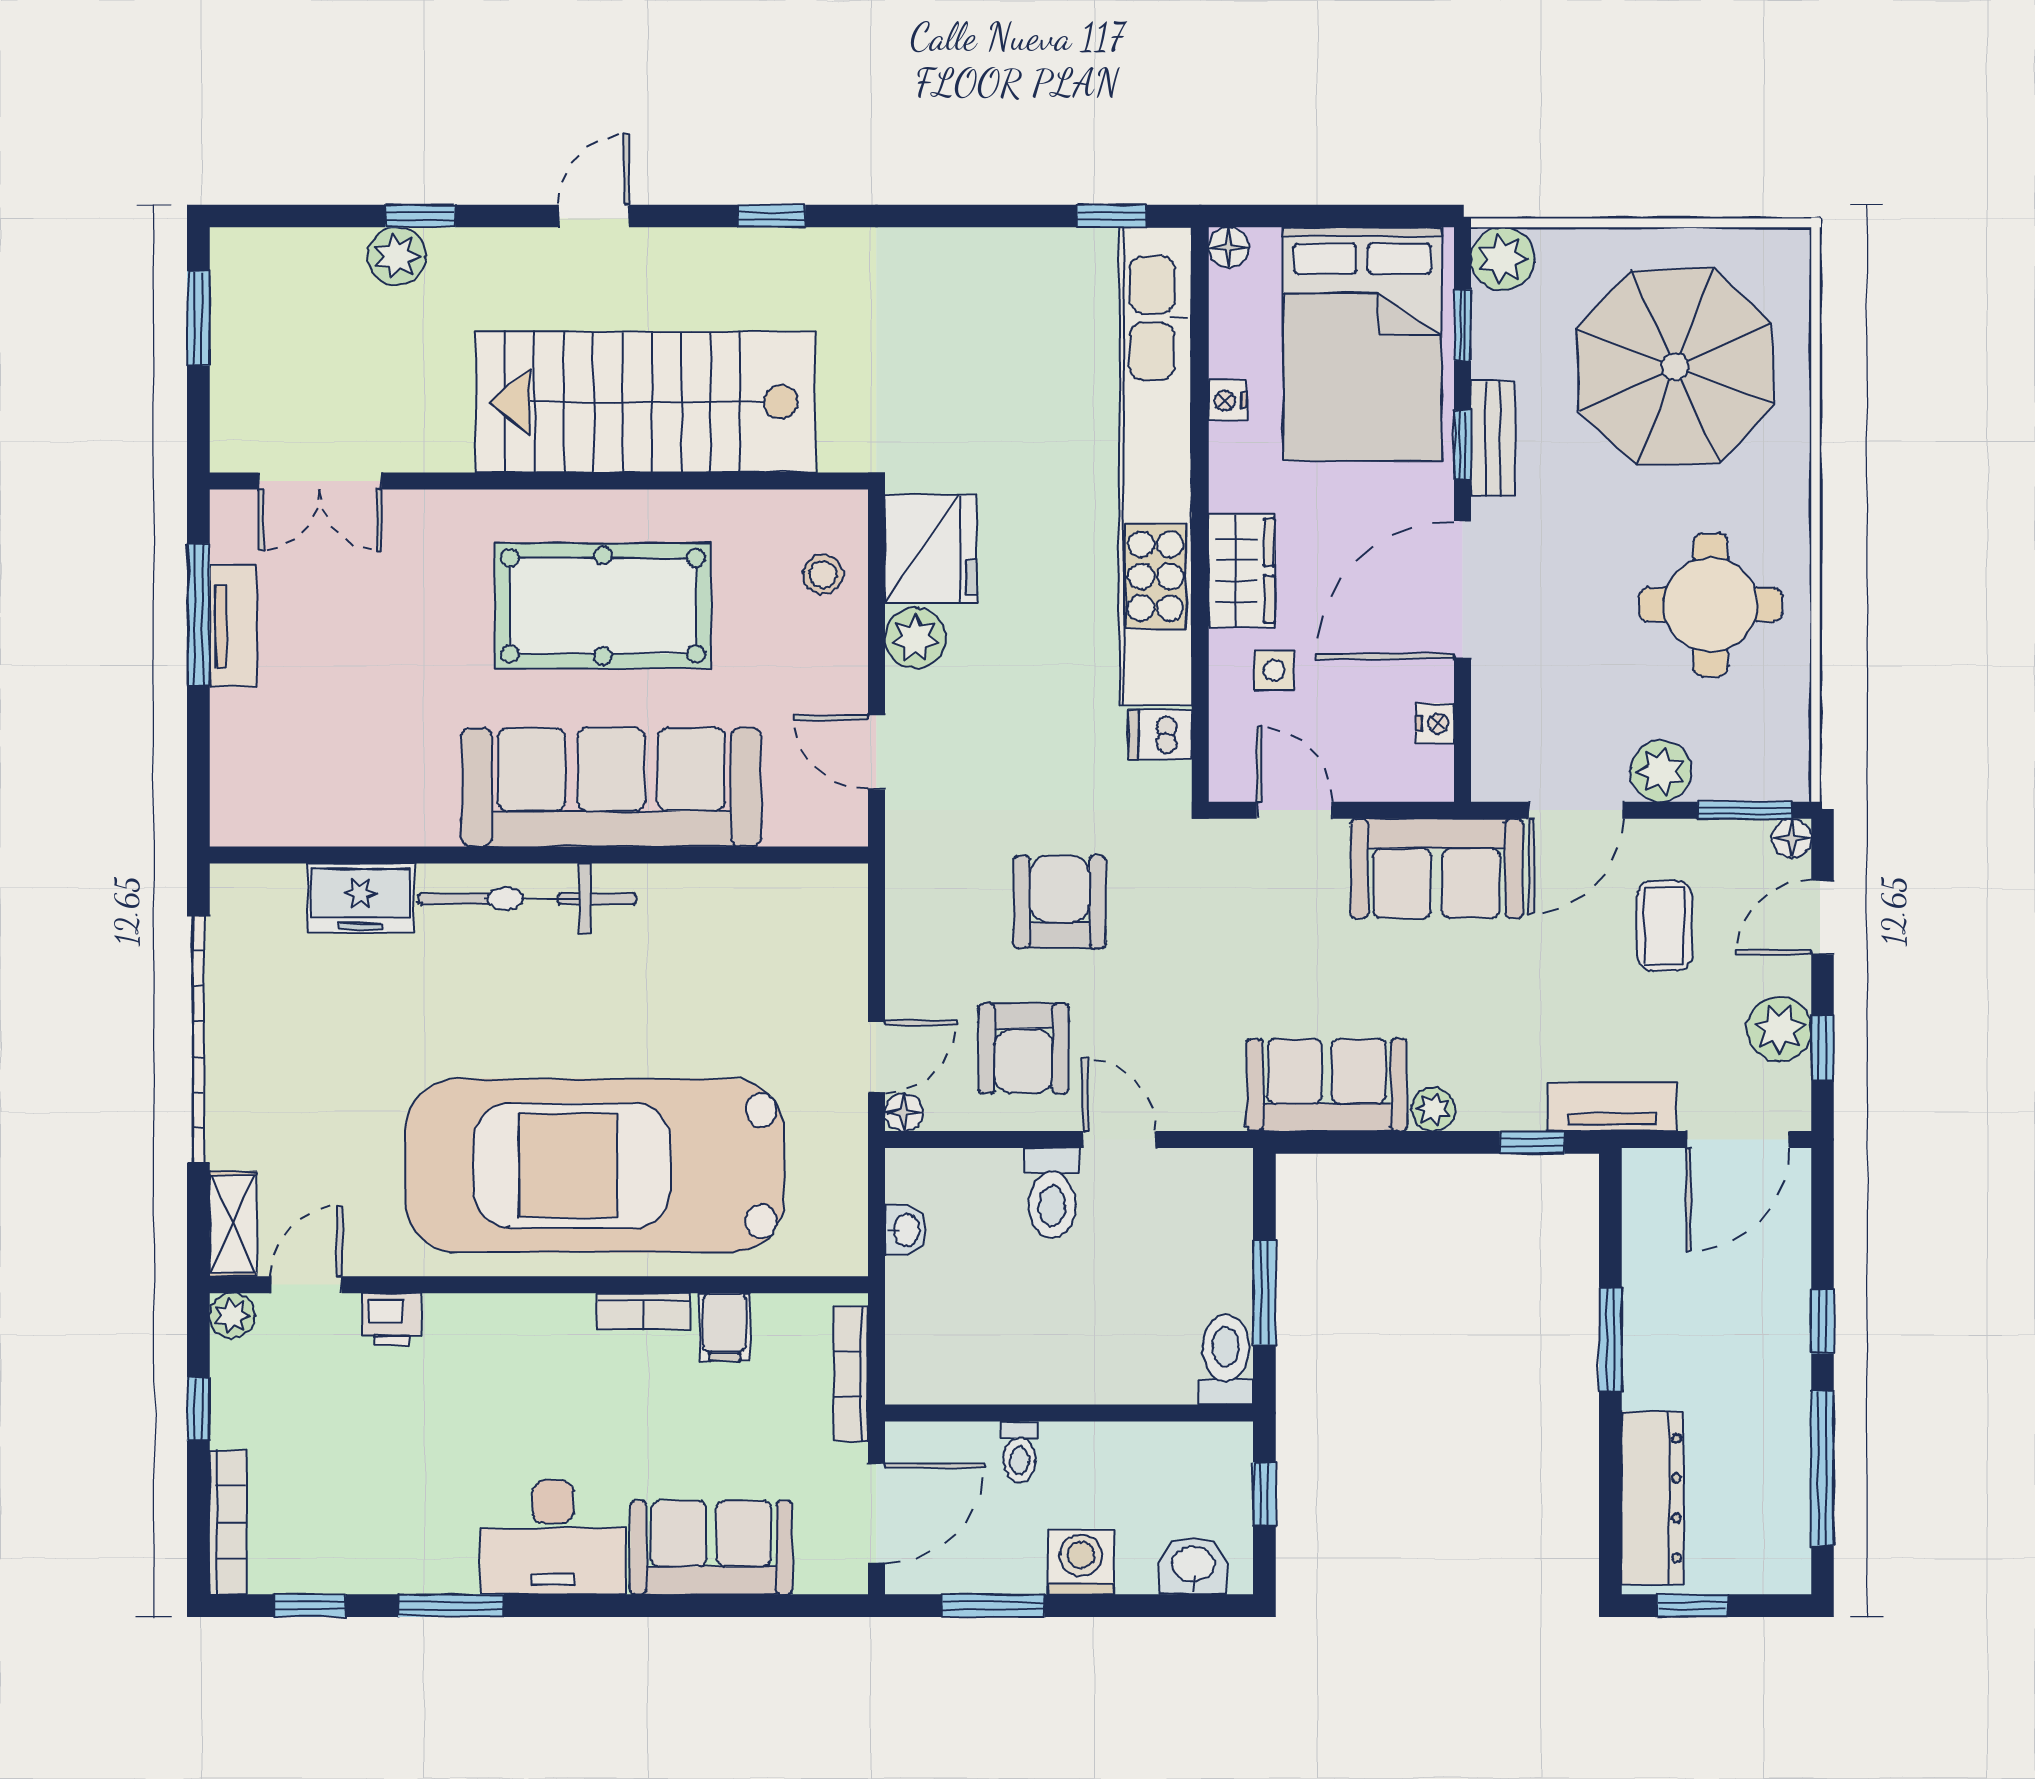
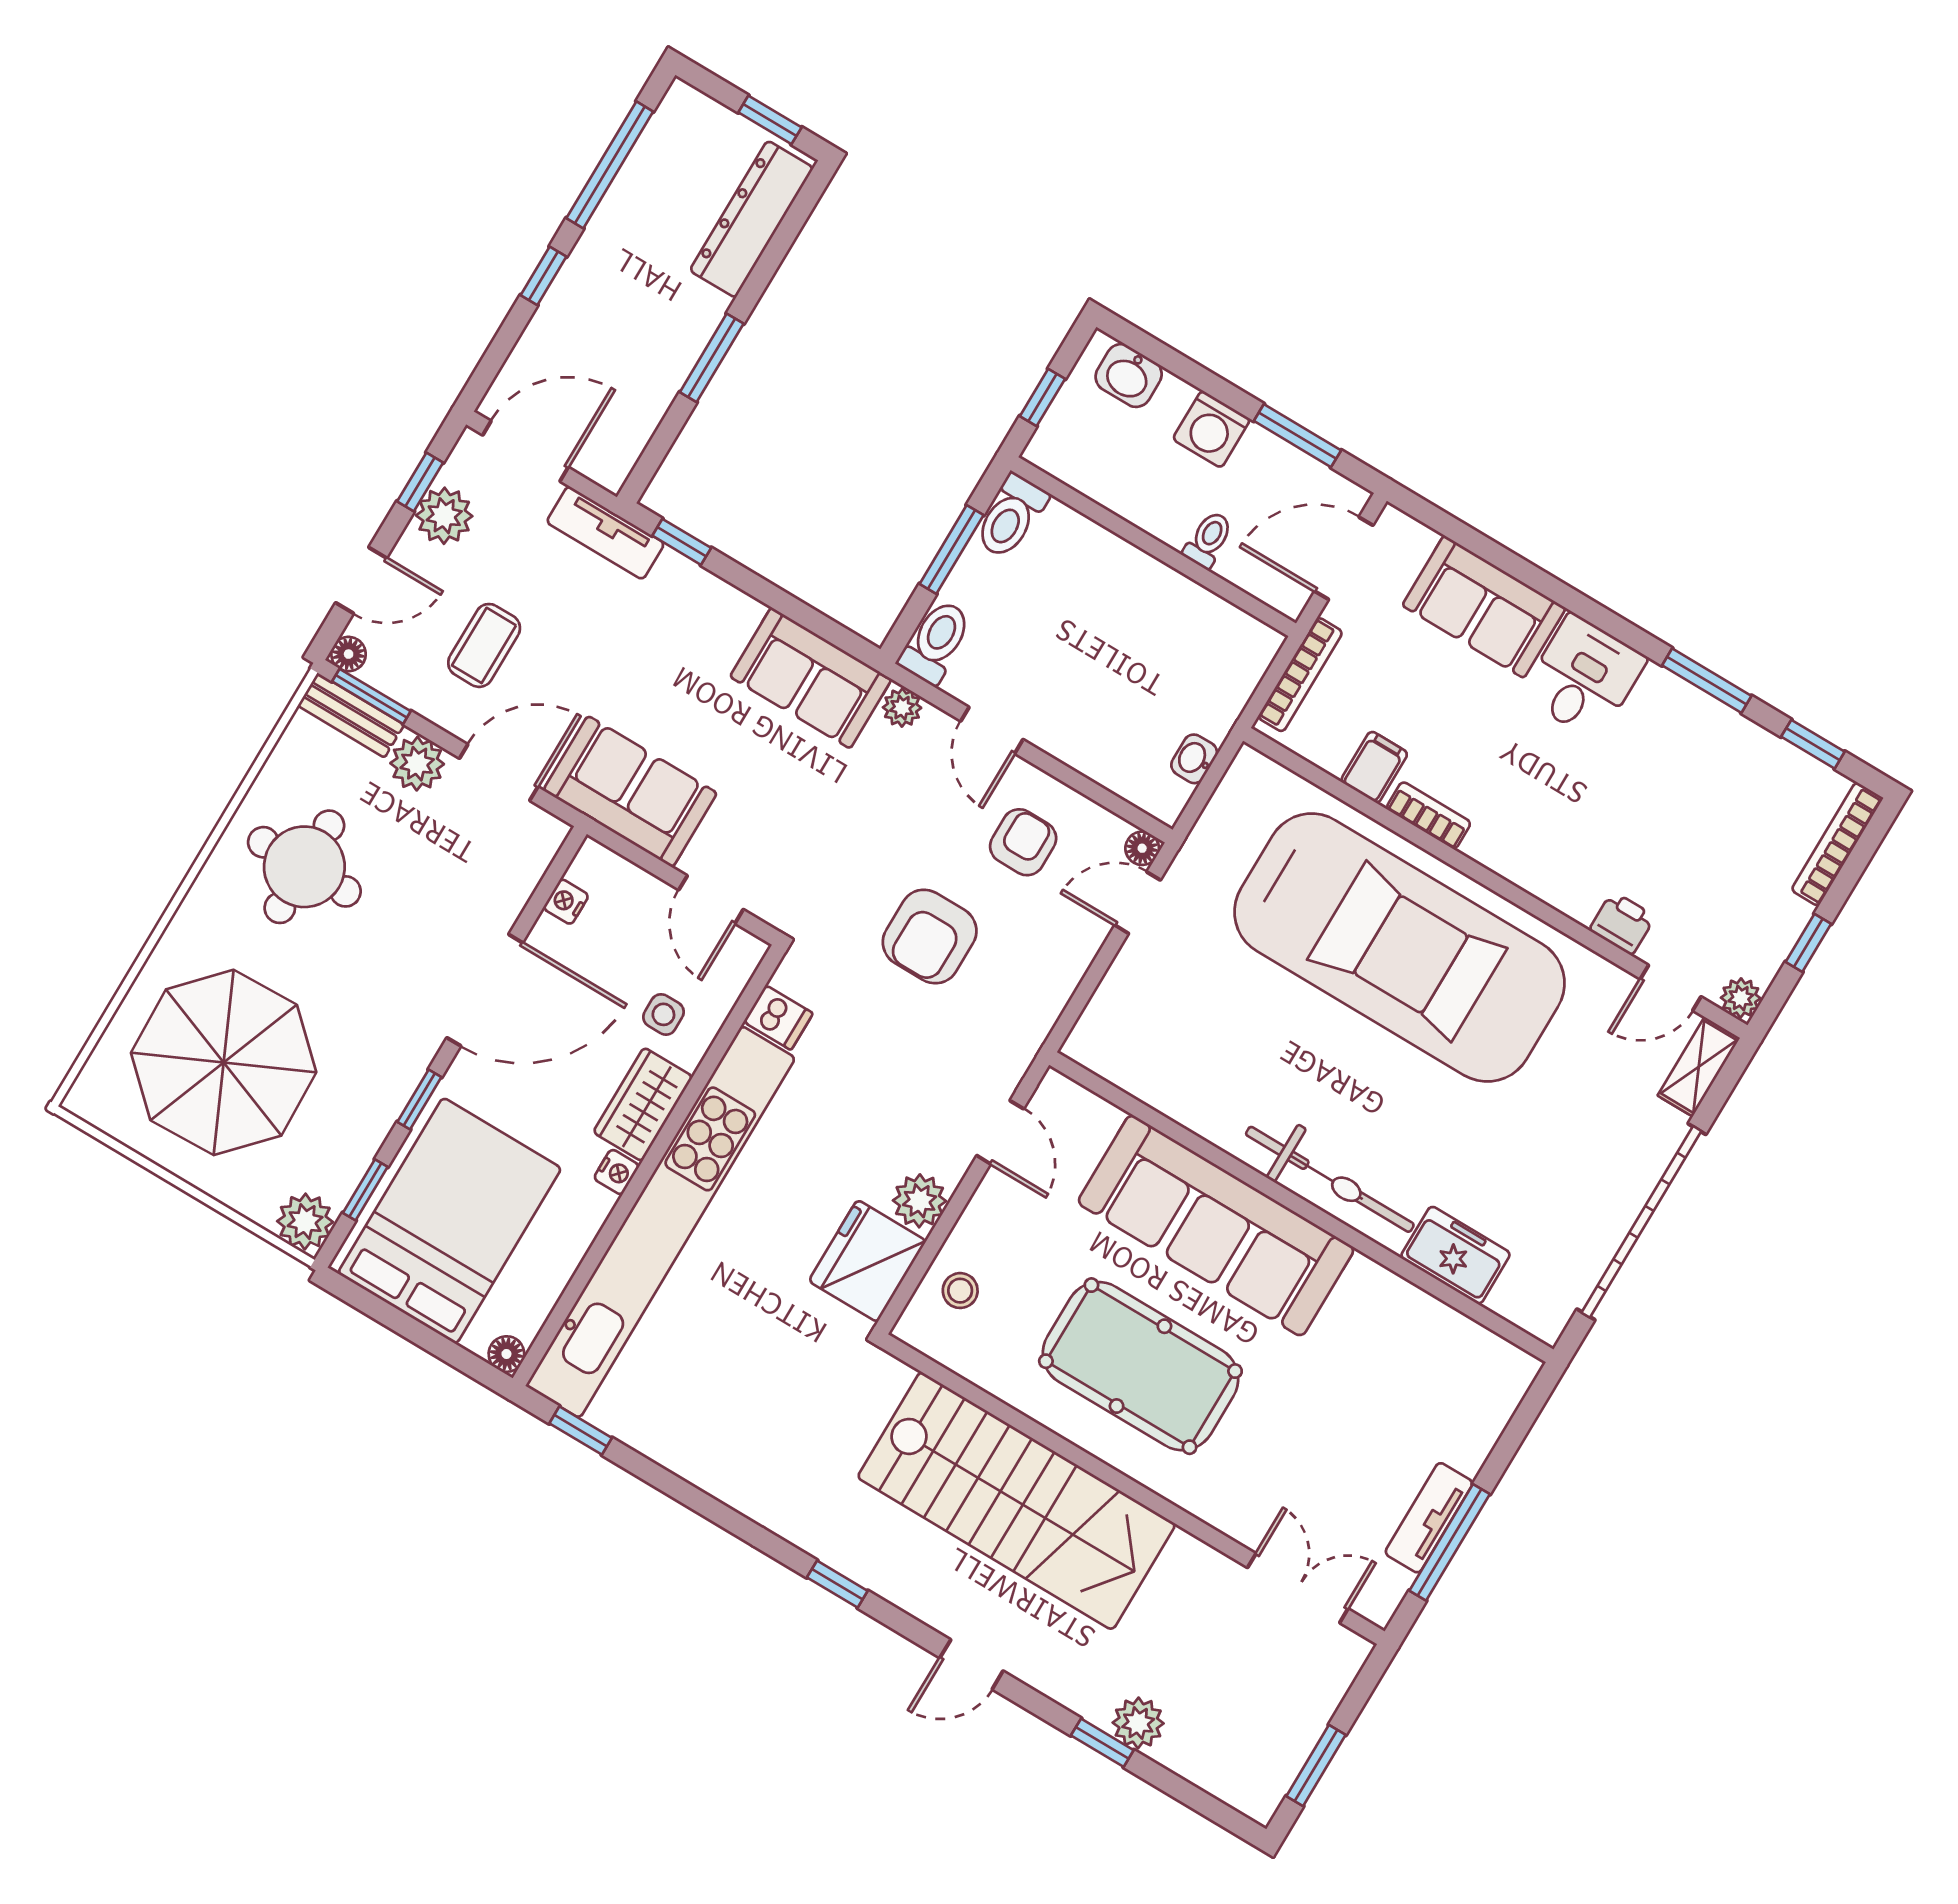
nightstand: (1228, 400) -> (616, 1172), moved
bench: (1493, 439) -> (351, 715), moved, turned 90
armchair: (1024, 1049) -> (1023, 842), width x0.72, depth x0.72
plant: (1433, 1109) -> (902, 708), moved
toilet: (1052, 1193) -> (936, 642), moved
desk: (553, 1537) -> (1584, 677), width x0.73

